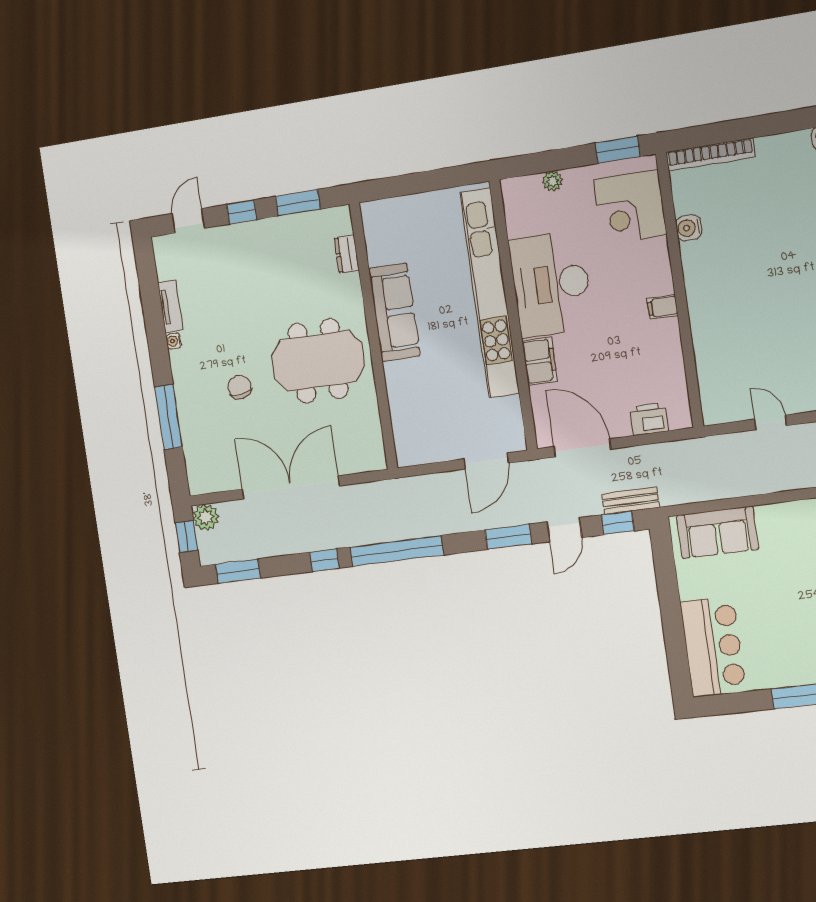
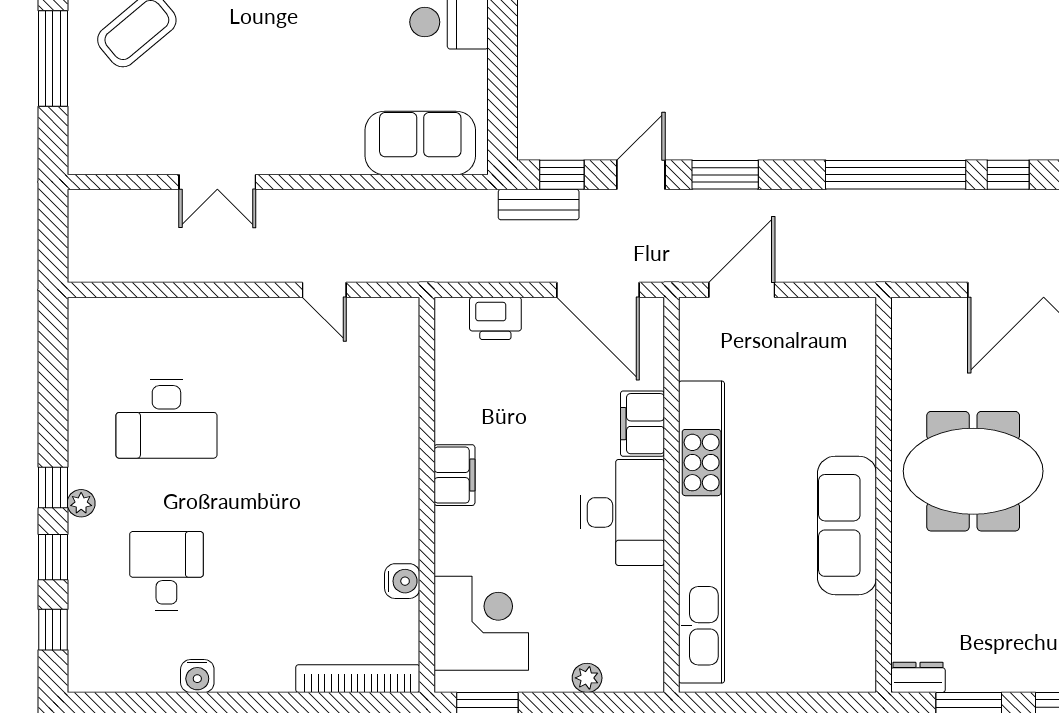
dresser: (347, 254) -> (918, 677), moved, turned -90
desk: (551, 284) -> (623, 512), width x0.73, depth x0.77
filing cabinet: (663, 307) -> (454, 475), width x2.00

